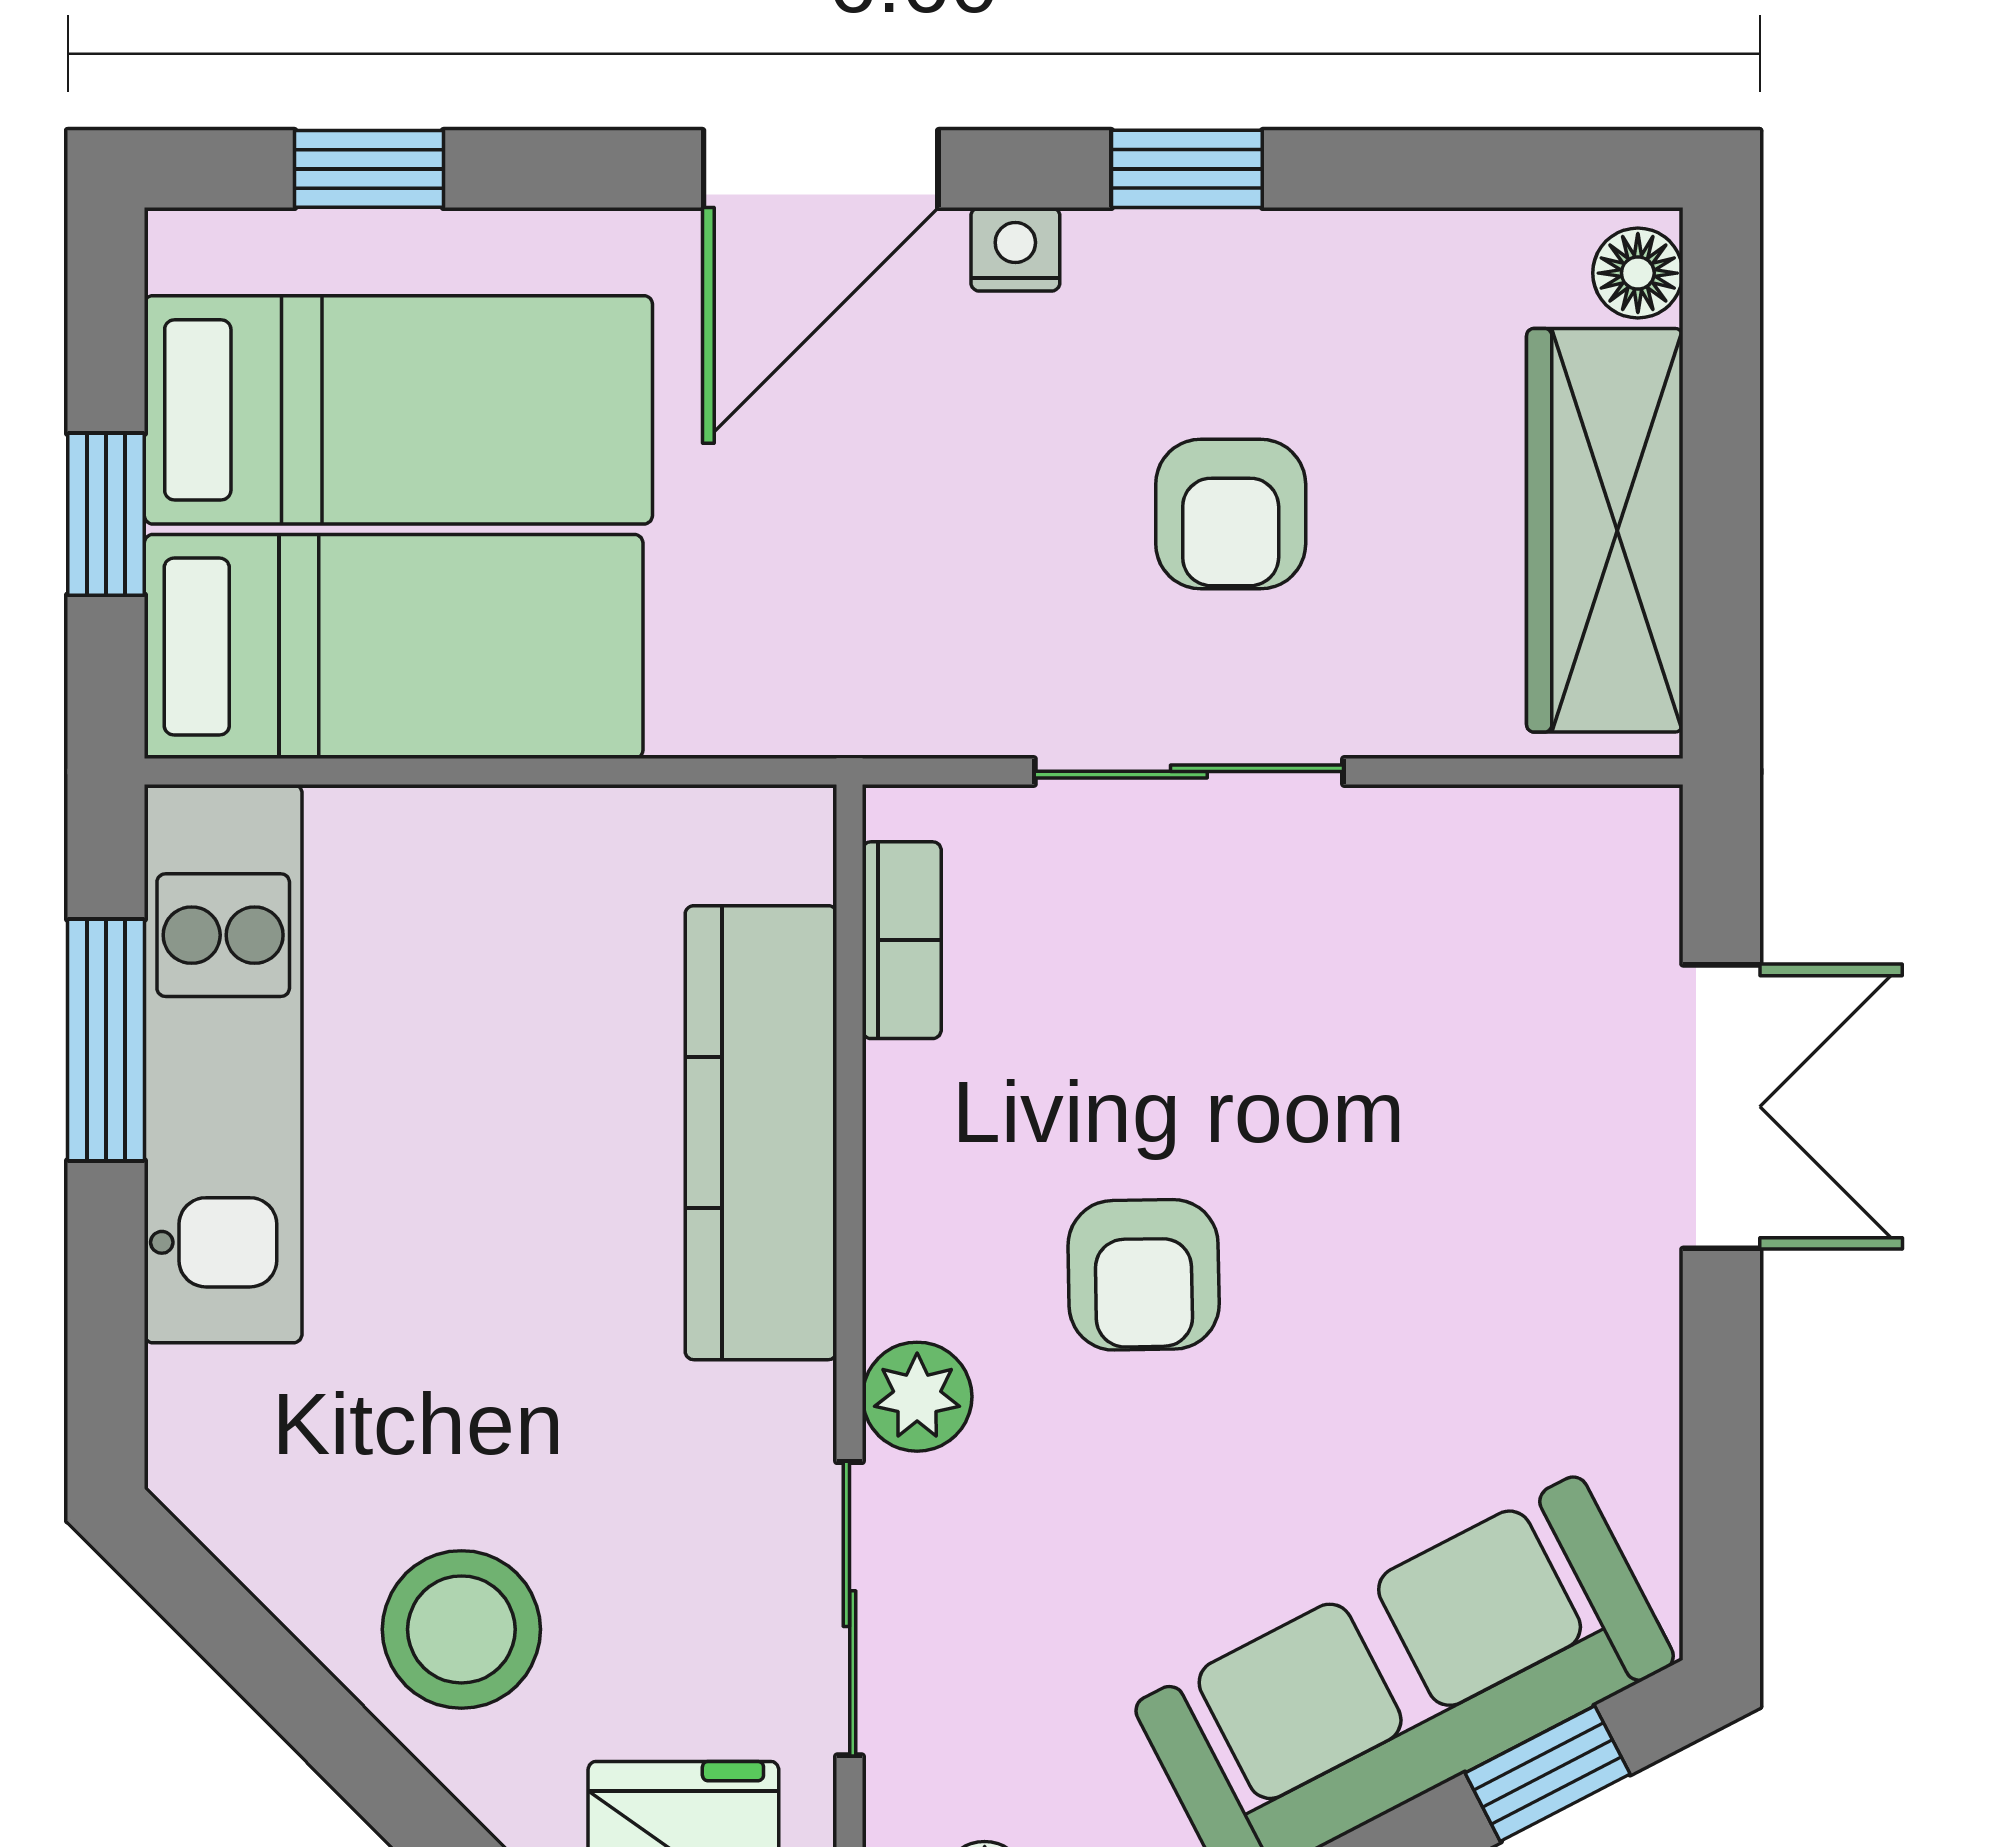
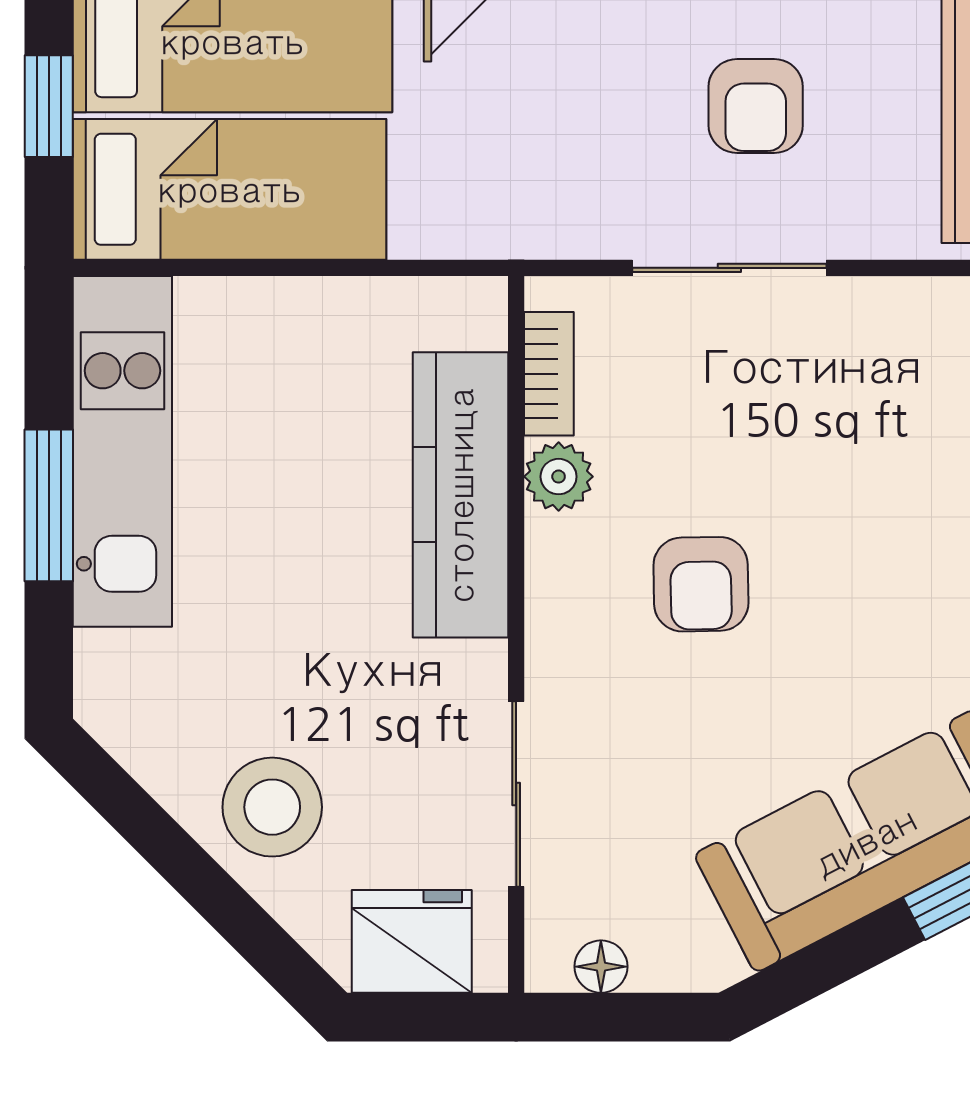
window: (106, 1040) -> (49, 505), moved
plant: (917, 1397) -> (559, 477), moved

